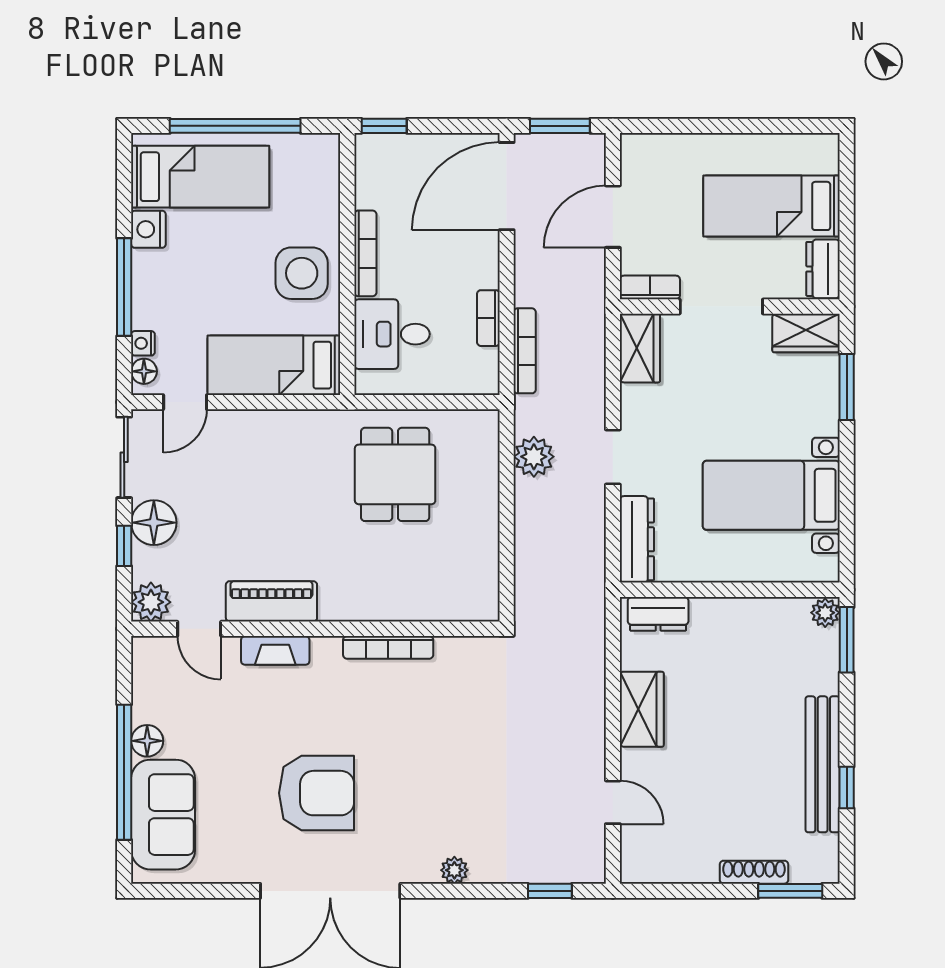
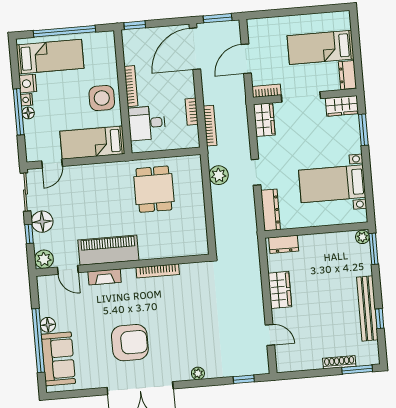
nightstand: (143, 343) -> (27, 100), moved
floor lamp: (144, 371) -> (28, 113), moved
piano: (271, 601) -> (108, 250), width x1.37, depth x1.33

